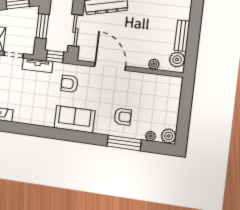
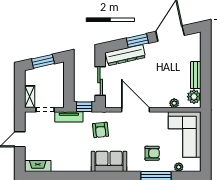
window: (42, 26) -> (69, 81), removed
armchair: (69, 84) -> (100, 130), turned -96
corner sofa: (162, 101) -> (185, 134), added
plant: (169, 136) -> (194, 165), removed

